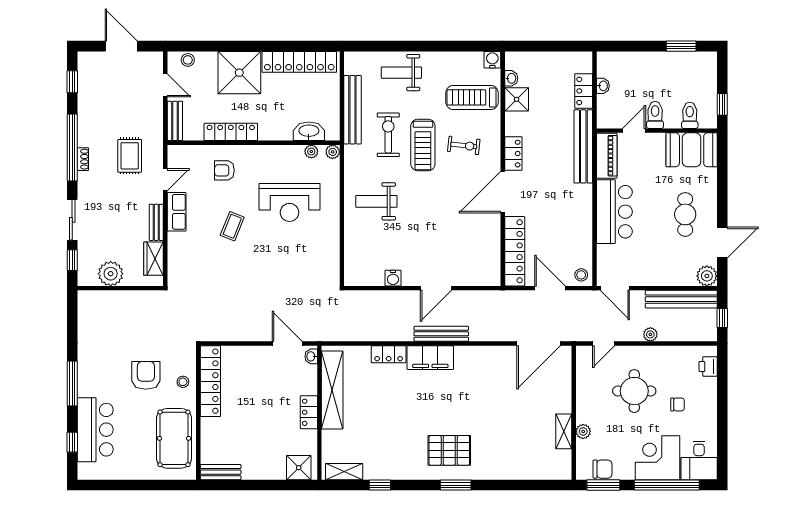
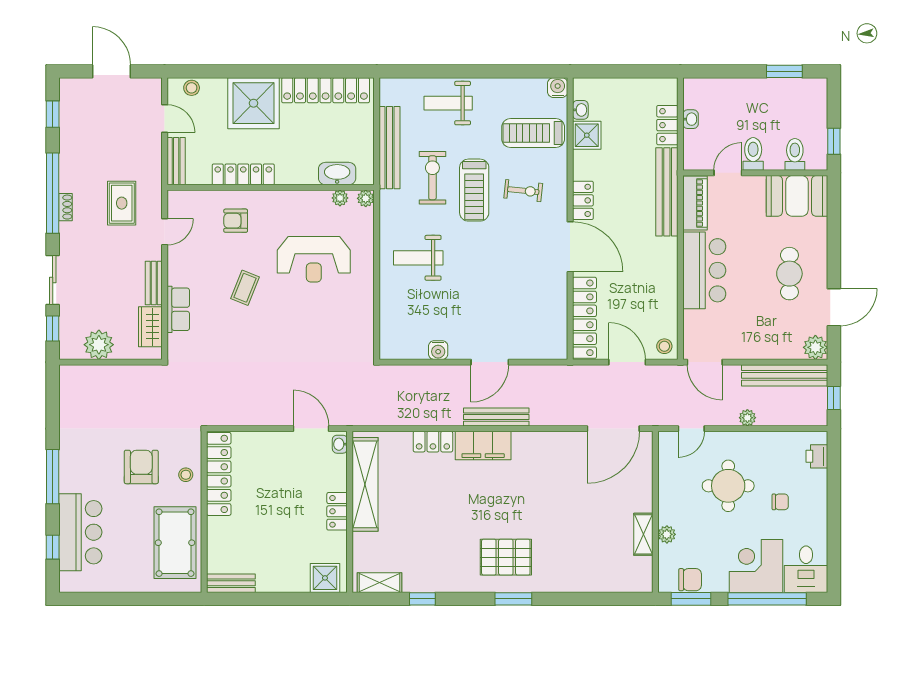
door: (503, 192) -> (570, 247), swing flipped
row of seats: (177, 212) -> (178, 309), moved

